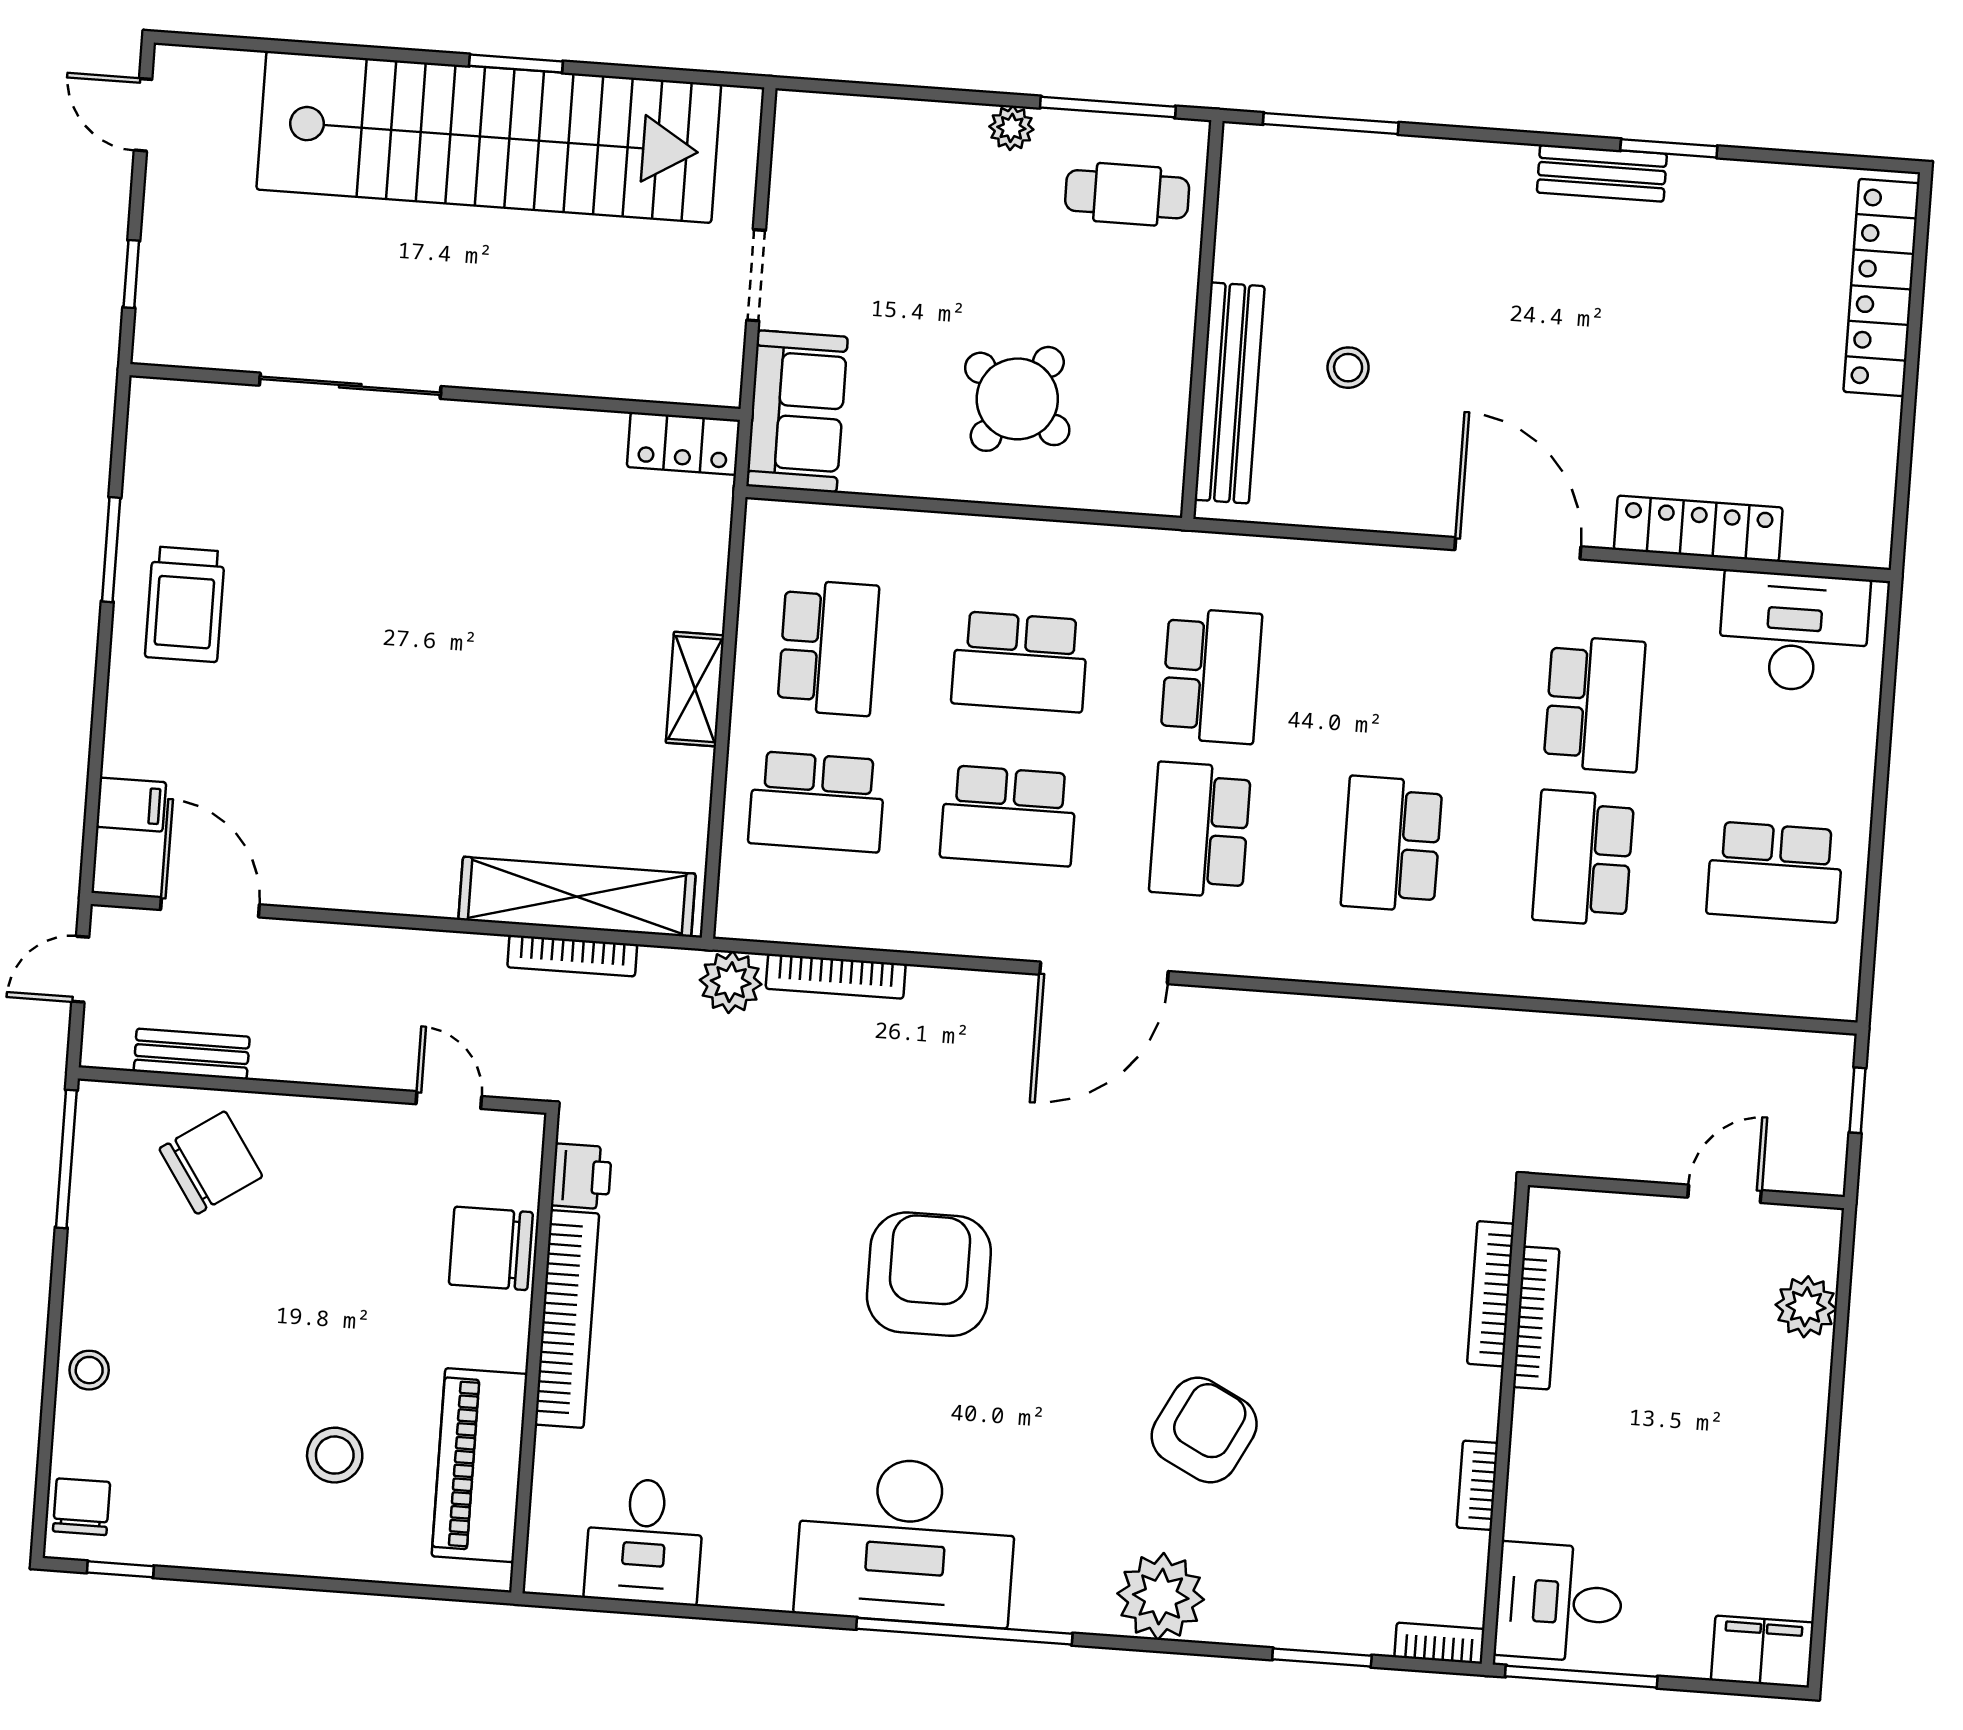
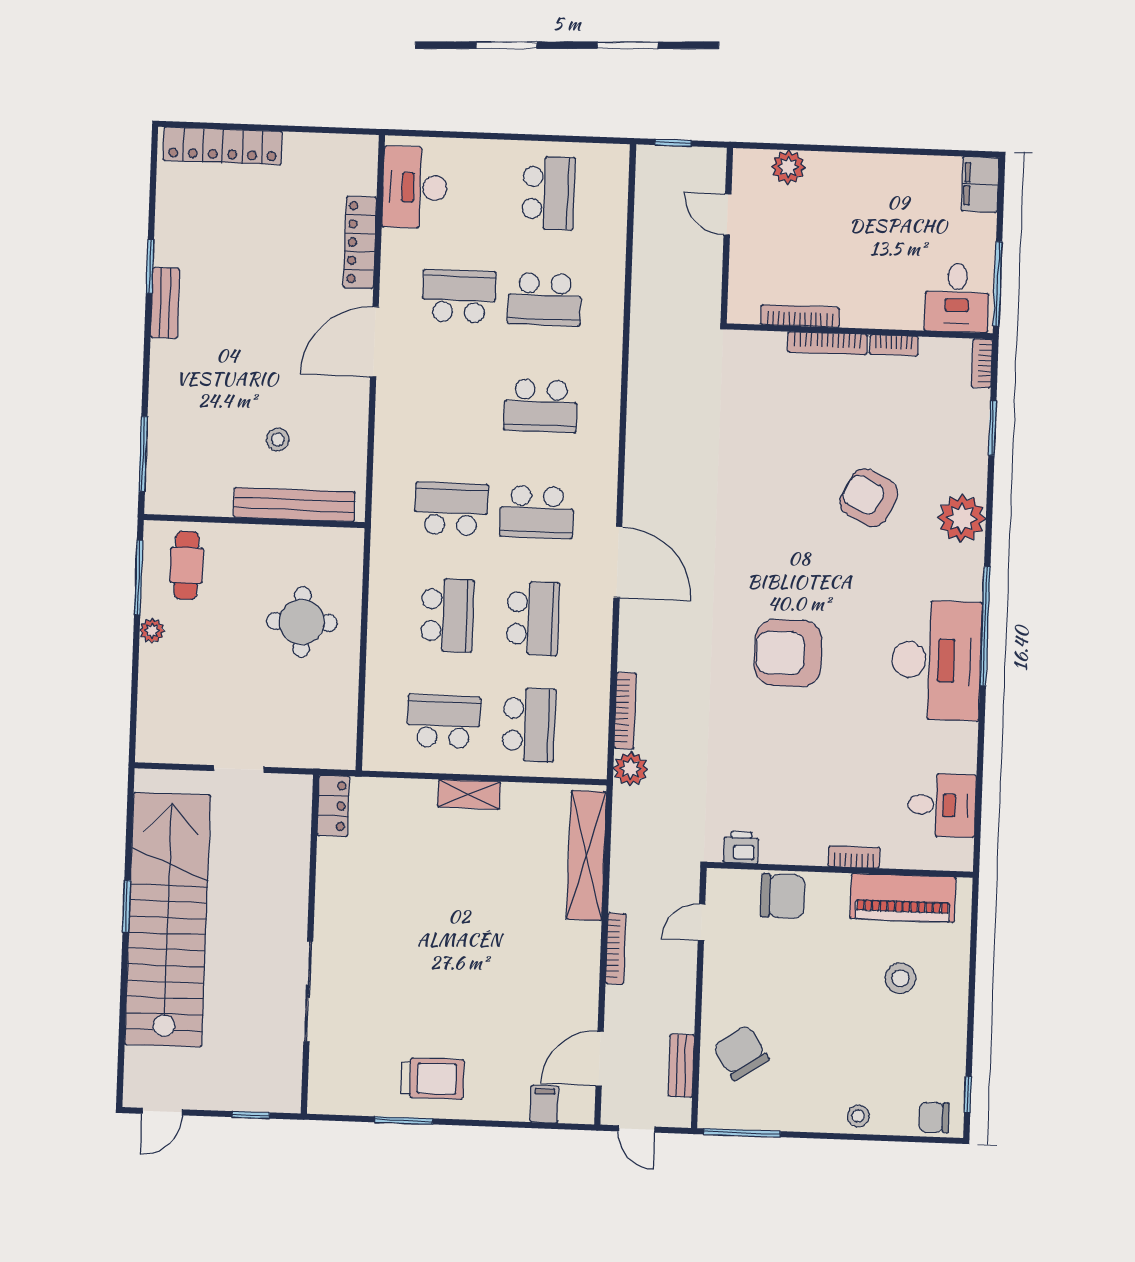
round table: (1017, 399) -> (302, 622), turned -36
sofa: (797, 411) -> (313, 744), removed
bookcase: (572, 956) -> (616, 949), moved
chair: (491, 1248) -> (783, 896), turned -90
bookcase: (1491, 1294) -> (827, 343), moved
bookcase: (567, 1319) -> (854, 857), width x0.43, depth x0.76

